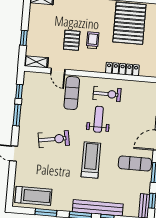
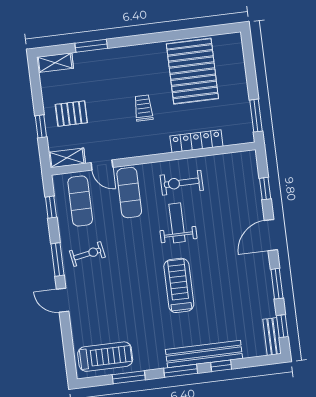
pallet: (72, 40) -> (71, 114), moved, turned 90
exercise bike: (107, 94) -> (182, 183), turned 180
window: (17, 115) -> (57, 259), moved
exercise bike: (54, 139) -> (87, 254), moved, width x0.73, depth x0.72
exercise mat: (135, 163) -> (80, 201), moved, turned 90

